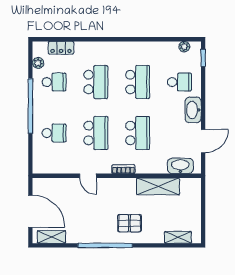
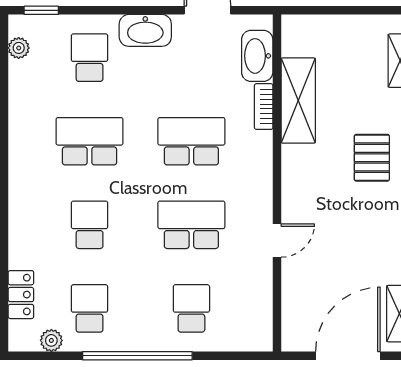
school desk: (96, 82) -> (90, 225), width x0.54
bookcase: (123, 169) -> (264, 107), moved

